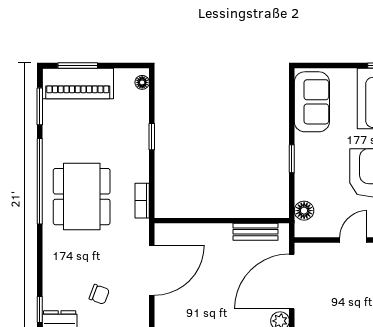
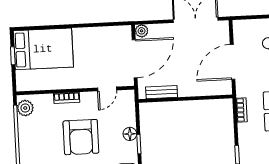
floor lamp: (304, 211) -> (130, 134), moved
door: (353, 240) -> (107, 89), moved

